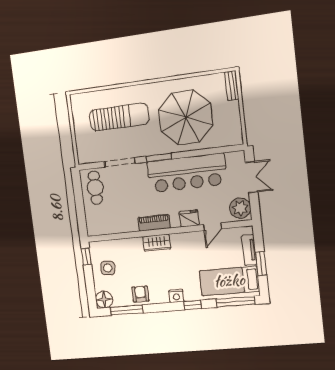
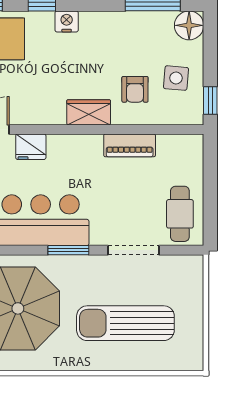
piano: (154, 223) -> (130, 145), moved
armchair: (140, 294) -> (135, 89), moved

